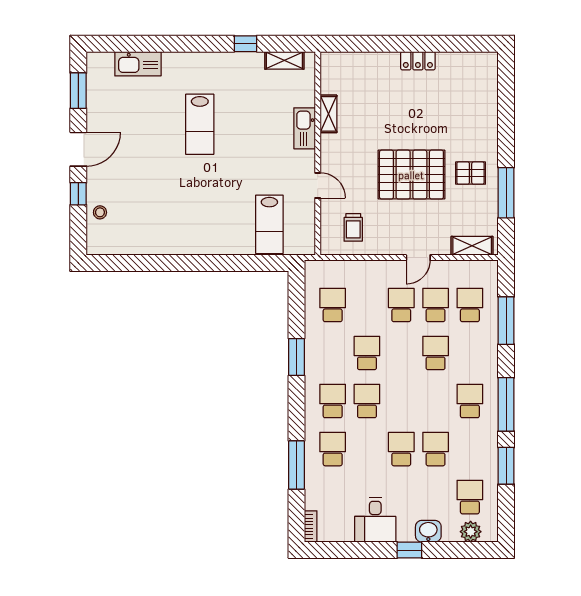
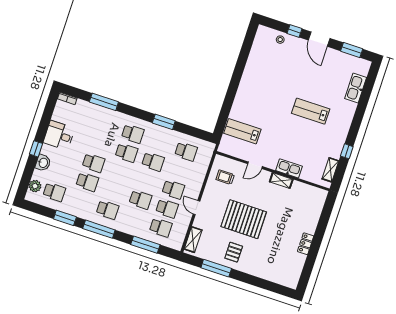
shelving: (328, 114) -> (281, 181), moved
pallet: (411, 175) -> (244, 219), turned 90
school desk: (333, 449) -> (106, 125), removed

